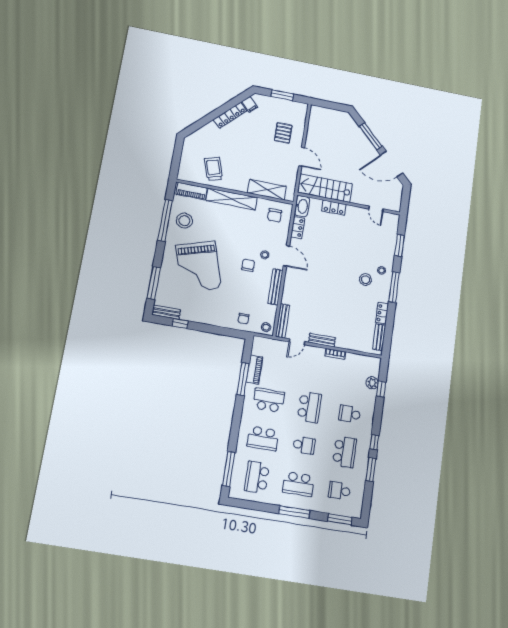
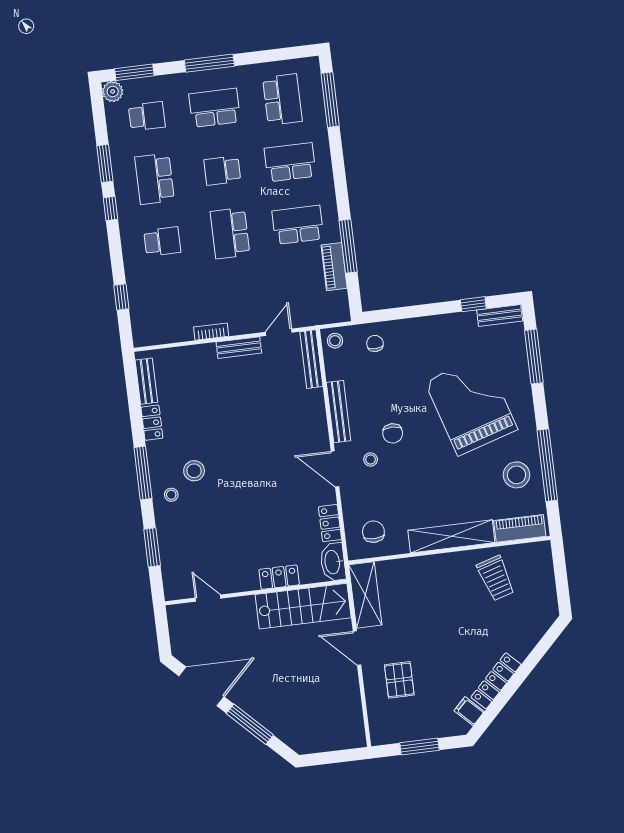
shelving: (267, 190) -> (365, 595), moved, turned 90
plant: (372, 383) -> (113, 92), moved
school desk: (269, 400) -> (298, 225), turned 180

